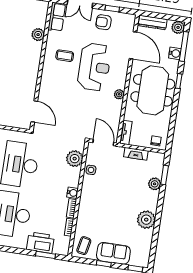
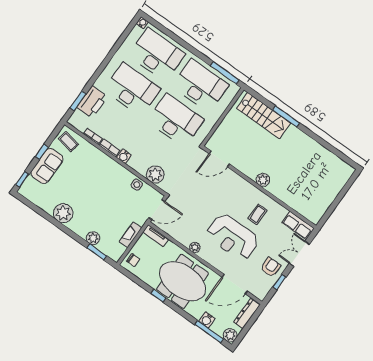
plant: (38, 35) -> (263, 180), moved
window: (179, 81) -> (158, 296), moved

